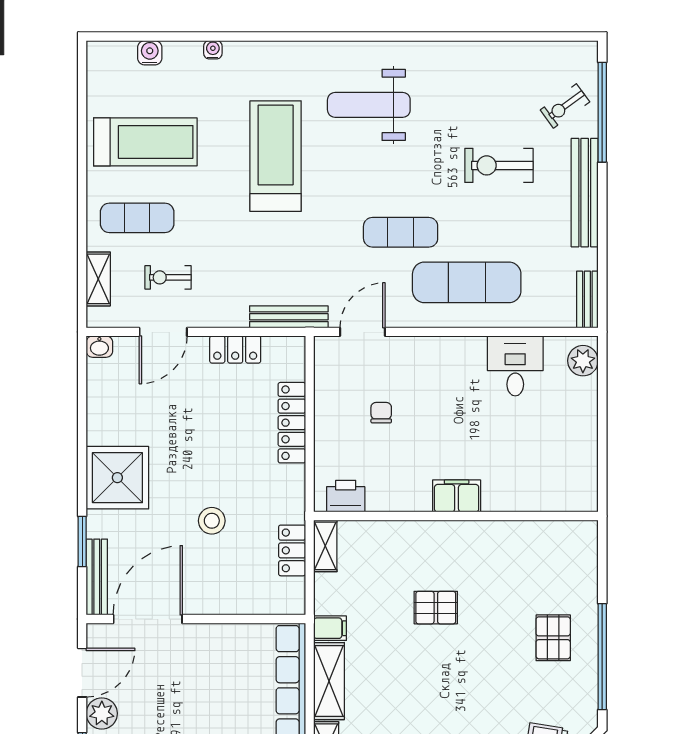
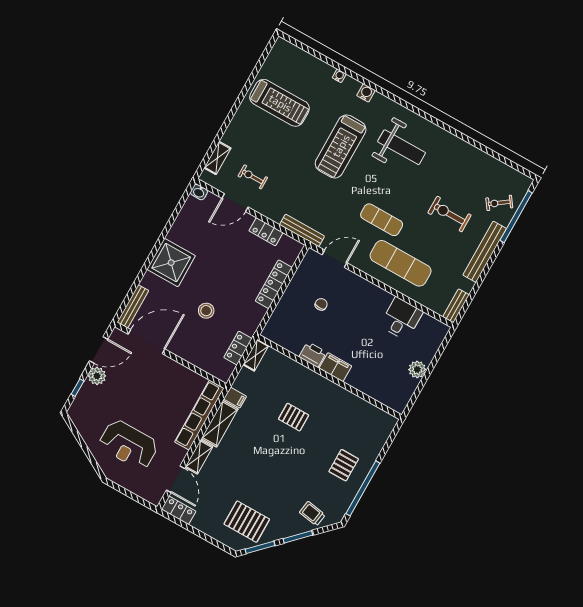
water cooler: (150, 53) -> (366, 93), moved
weight bench: (369, 105) -> (402, 147), turned 180
treadmill: (276, 156) -> (341, 146), turned 180
exercise mat: (137, 218) -> (254, 138), removed
plant: (583, 361) -> (417, 369), moved
printer: (346, 496) -> (313, 354), moved
window: (82, 542) -> (136, 285), removed

